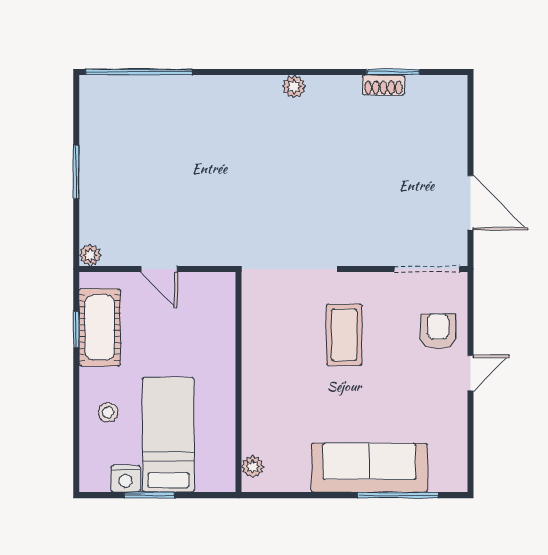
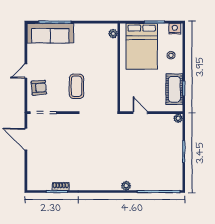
plant: (294, 87) -> (126, 186), moved
door: (159, 269) -> (140, 113), moved
armchair: (438, 331) -> (39, 88), turned -95
bed: (168, 435) -> (142, 46), width x1.50
sofa: (369, 468) -> (50, 33), moved
nightstand: (126, 479) -> (175, 29), moved

